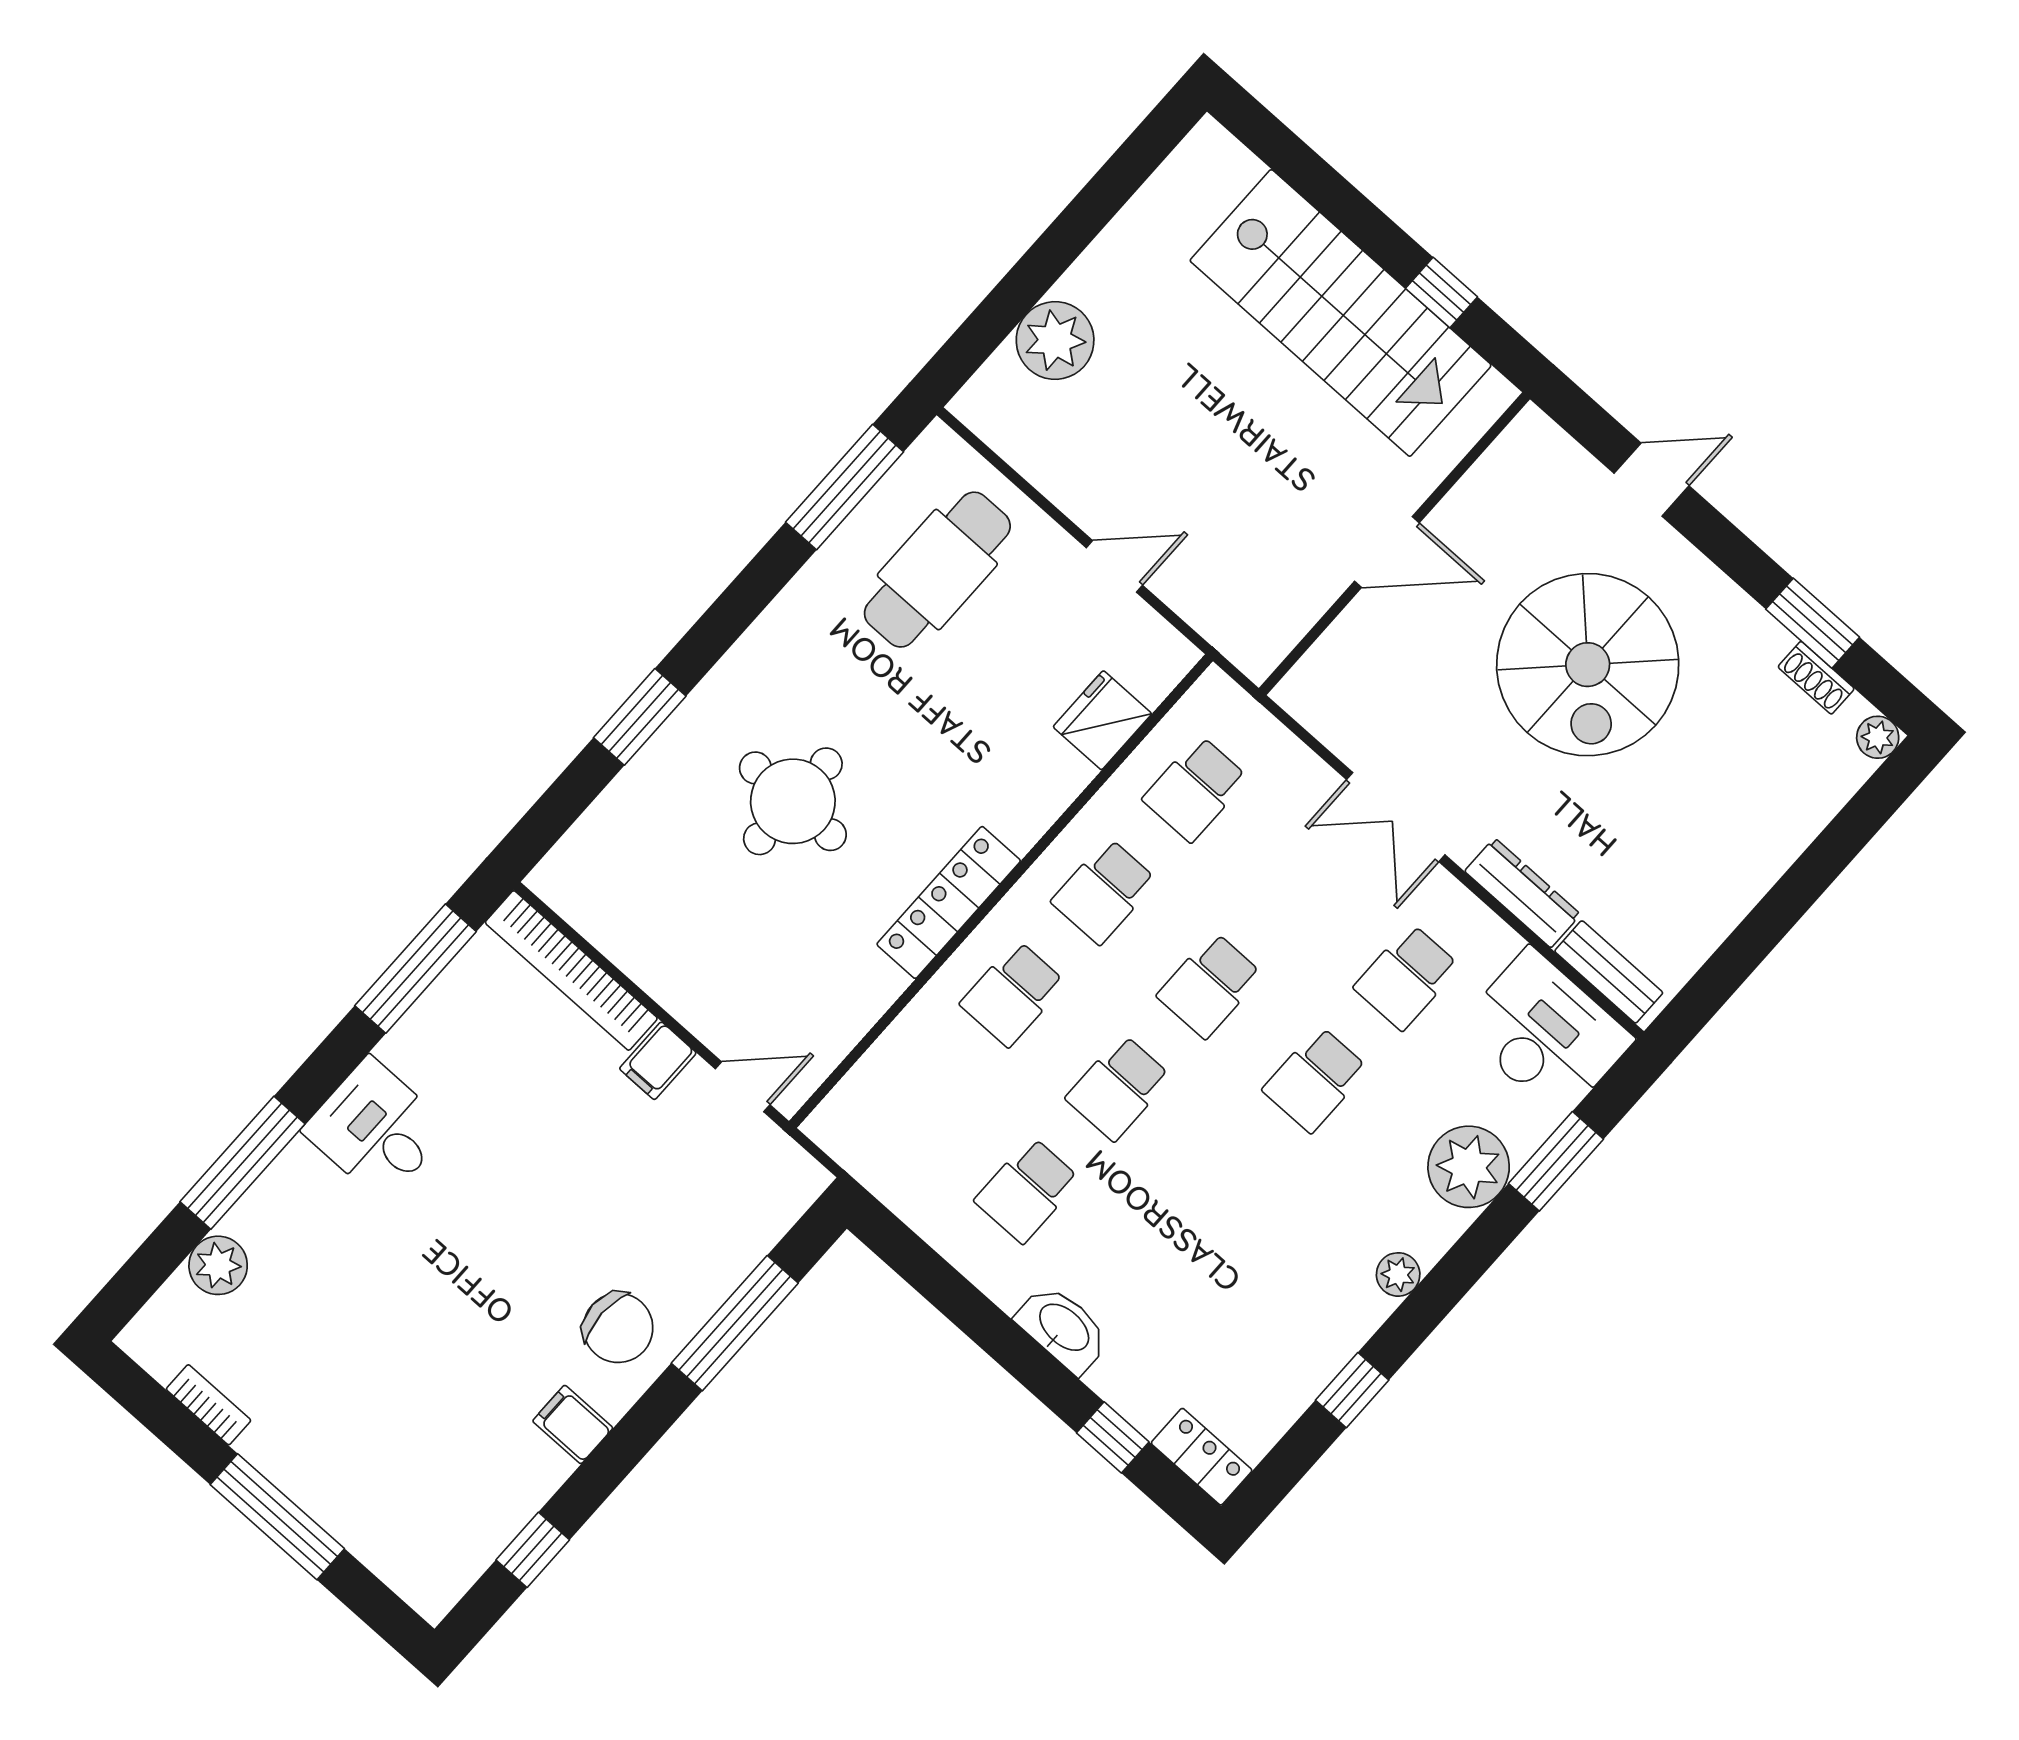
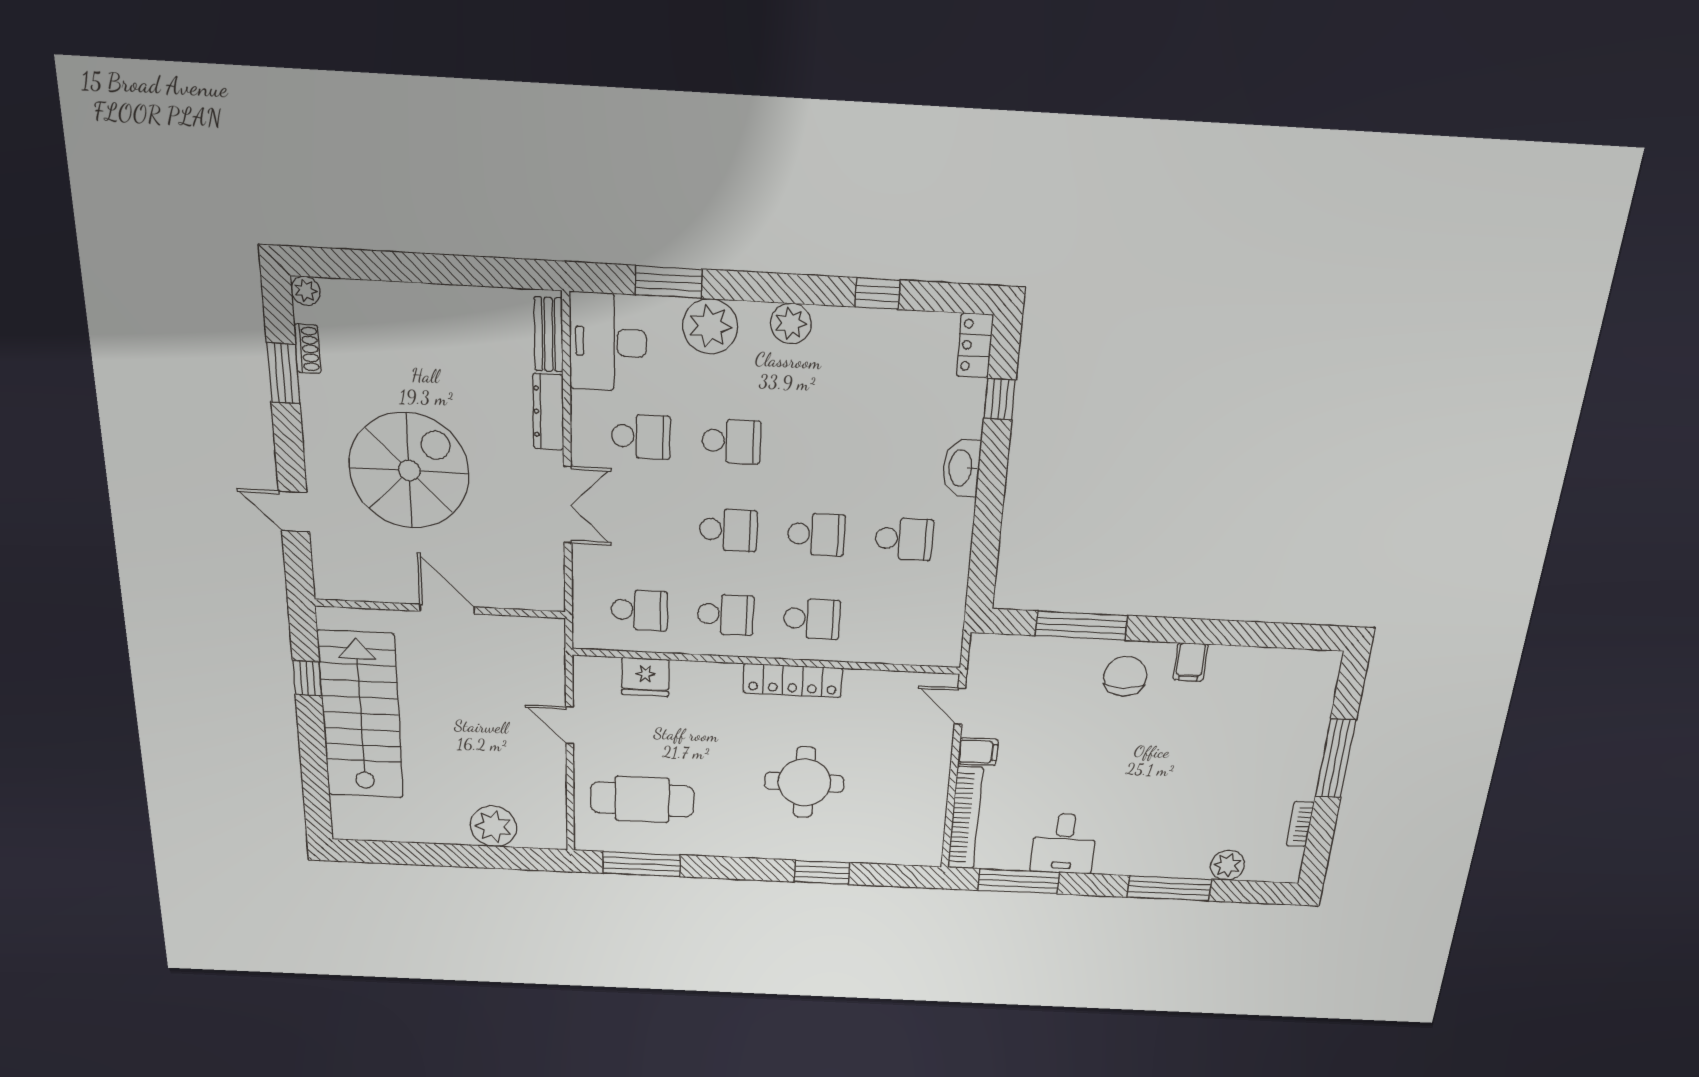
desk: (376, 1129) -> (1064, 843), moved
plant: (1398, 1274) -> (791, 323), width x1.38, depth x1.38
window: (533, 1550) -> (1270, 635), removed

